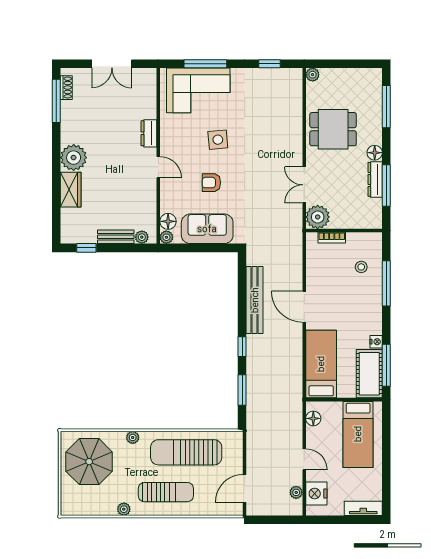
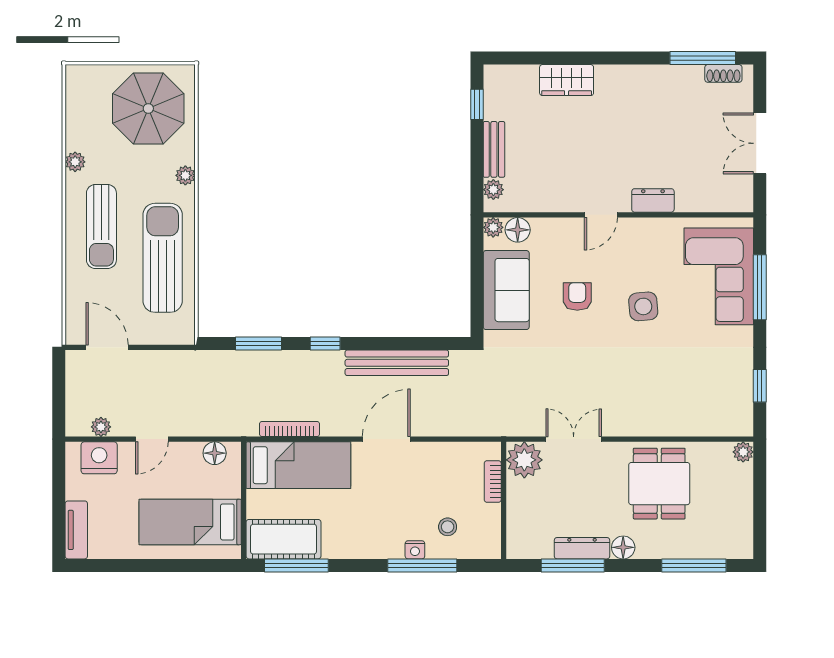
plant: (74, 158) -> (616, 85), removed
nightstand: (376, 342) -> (415, 550), moved
bookcase: (298, 370) -> (290, 429), added

